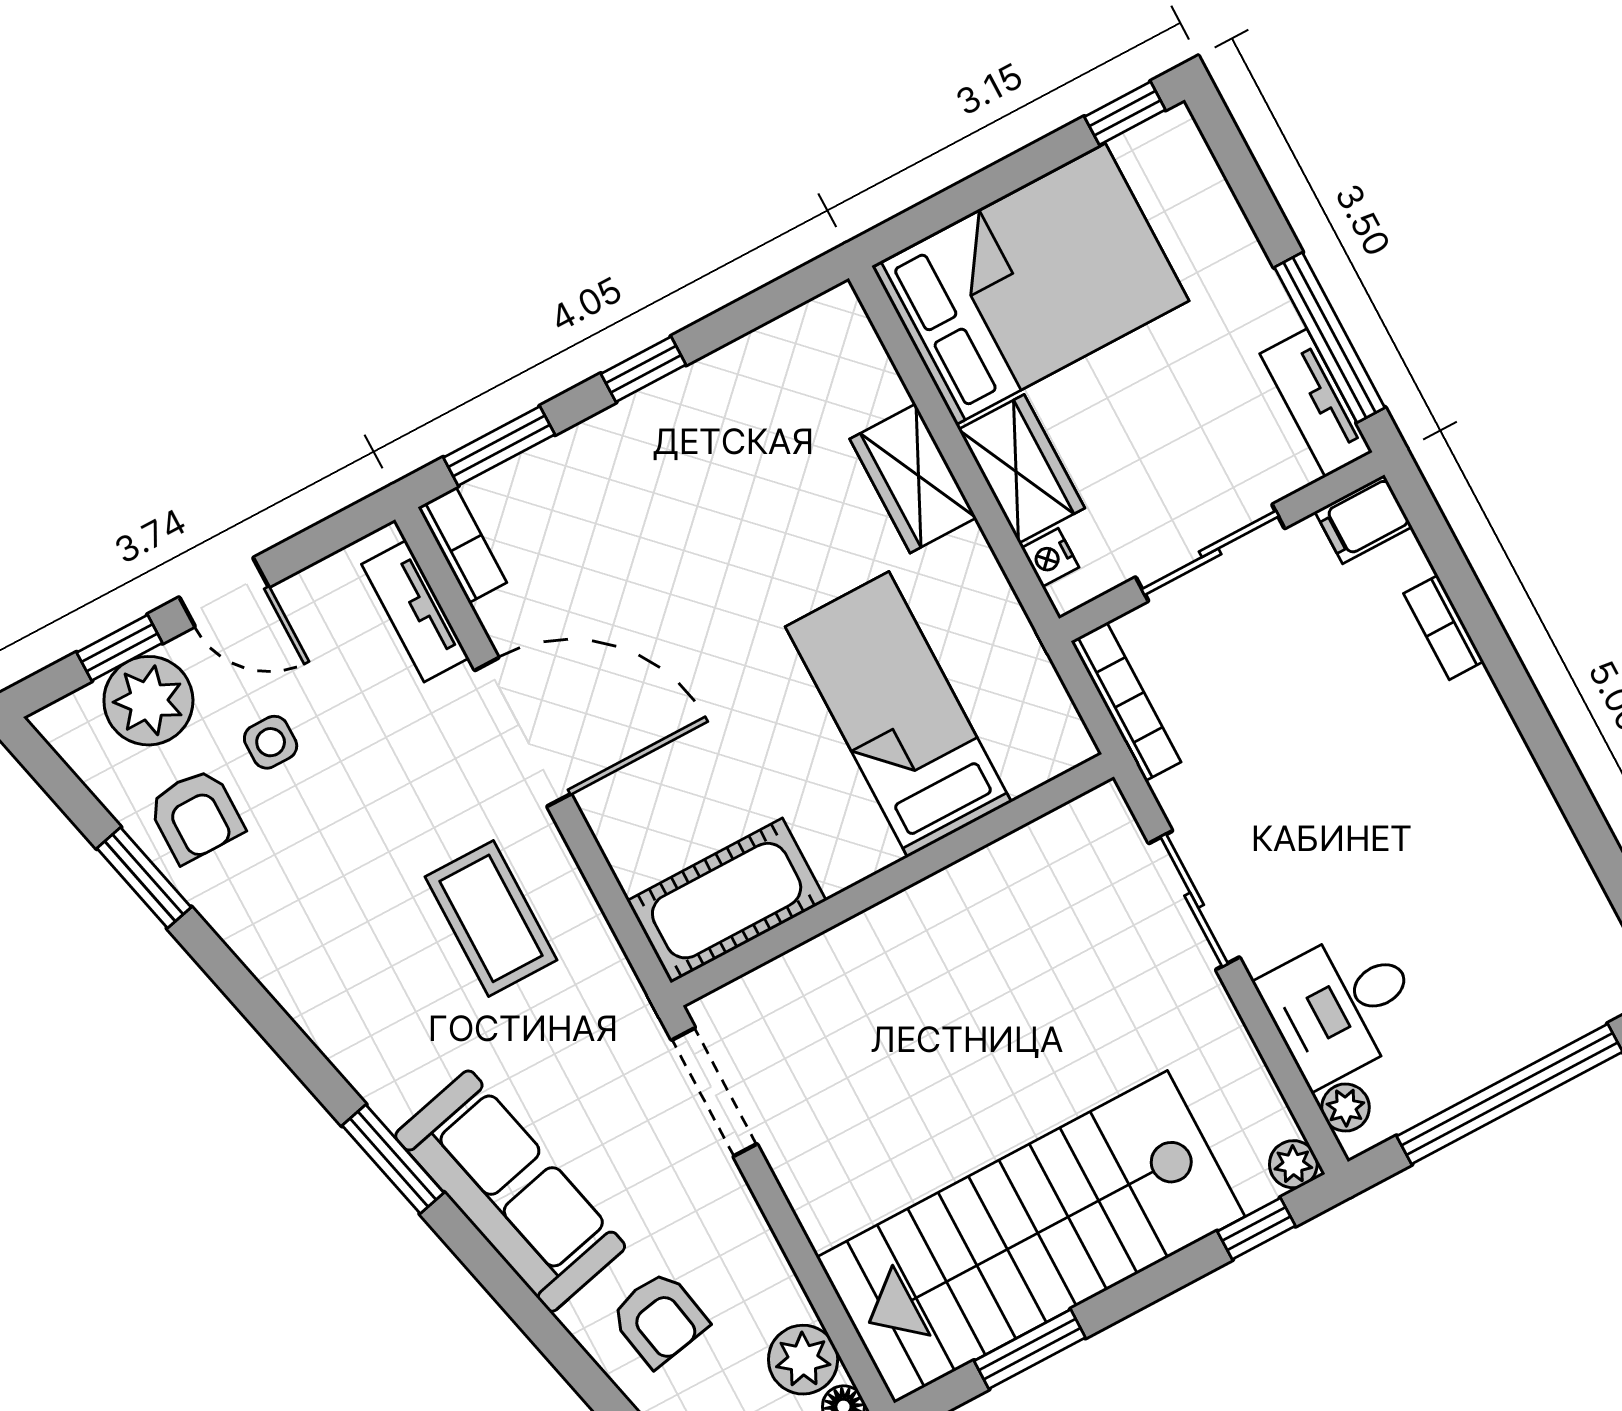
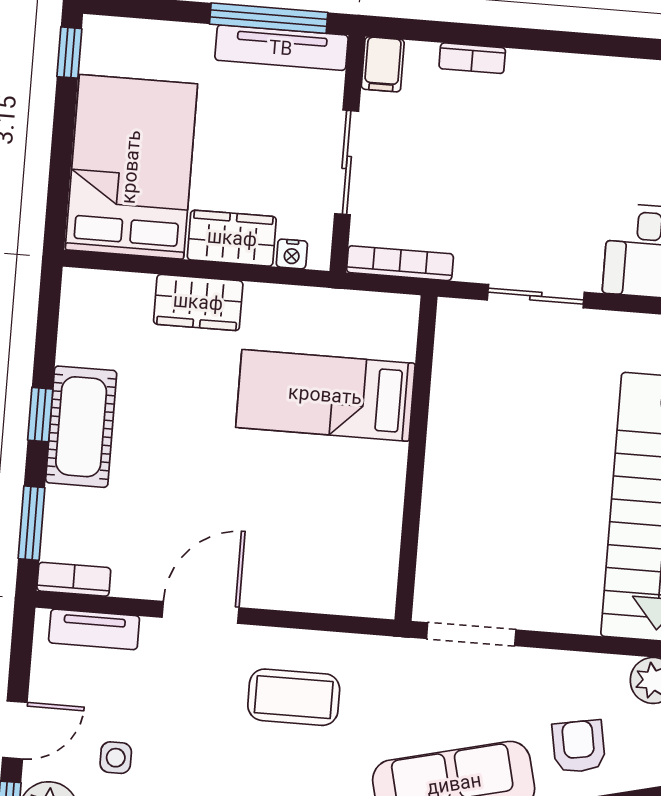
tv unit: (1316, 403) -> (281, 48), width x1.41
door: (523, 732) -> (201, 612), width x0.73
cot: (727, 901) -> (81, 427), moved
armchair: (659, 1319) -> (579, 746), turned -89

